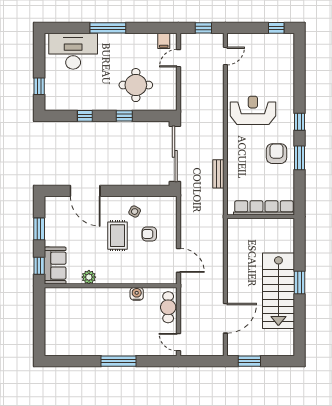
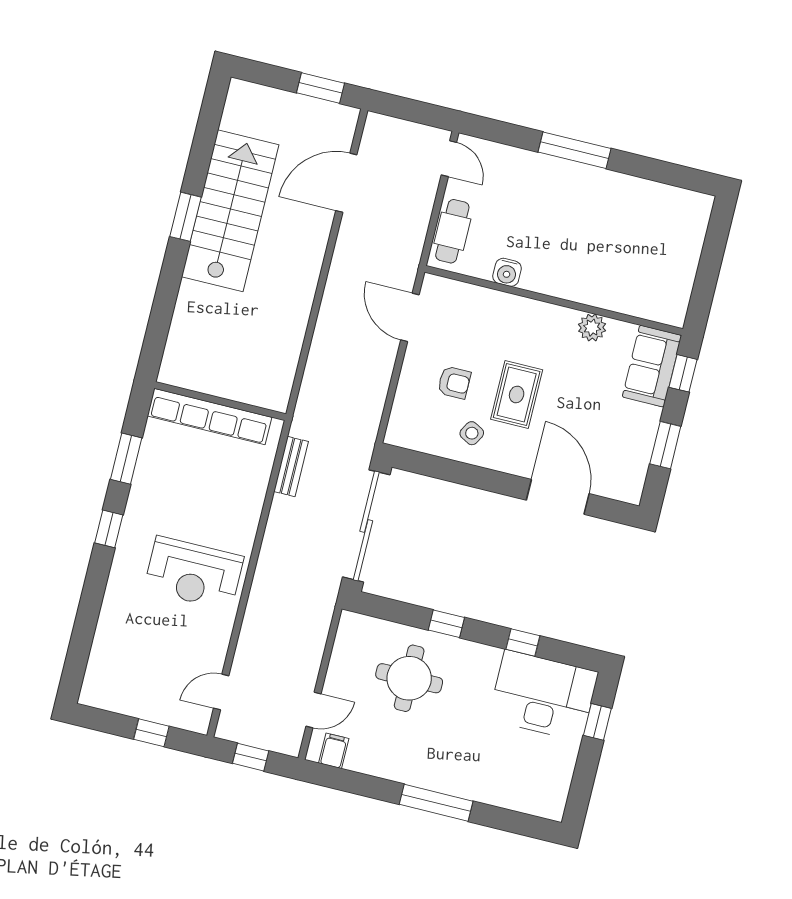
window: (276, 28) -> (151, 733), moved
desk: (73, 51) -> (543, 696), moved, turned 180
armchair: (277, 154) -> (169, 478), removed
row of seats: (264, 208) -> (210, 417), moved
wall: (261, 217) -> (220, 401), moved

